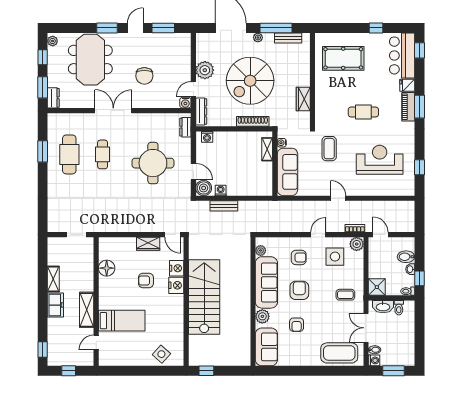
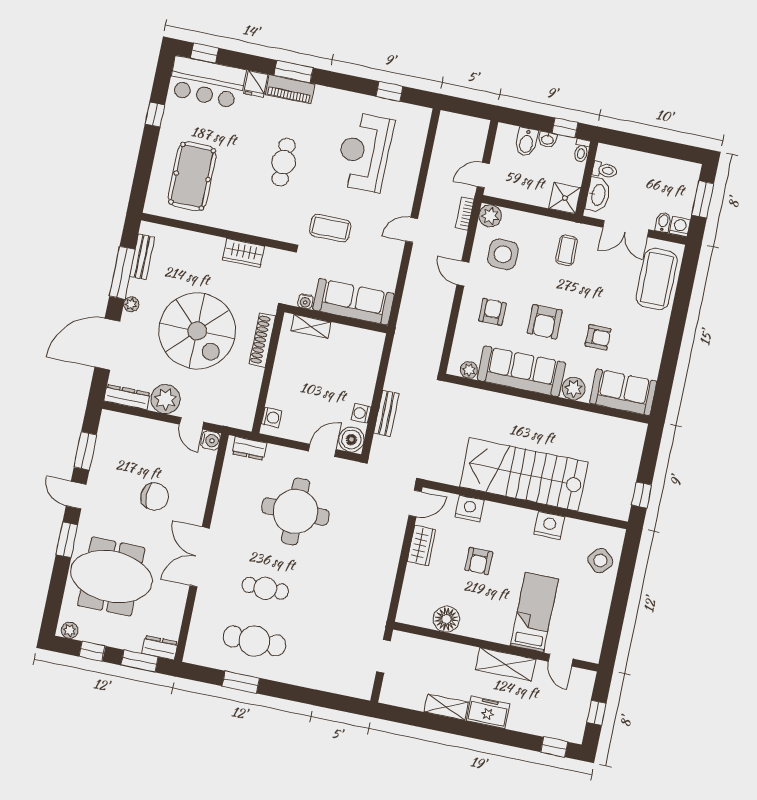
dresser: (201, 111) -> (127, 397), moved
nightstand: (176, 285) -> (549, 526), moved
armchair: (299, 290) -> (545, 322), turned -90

